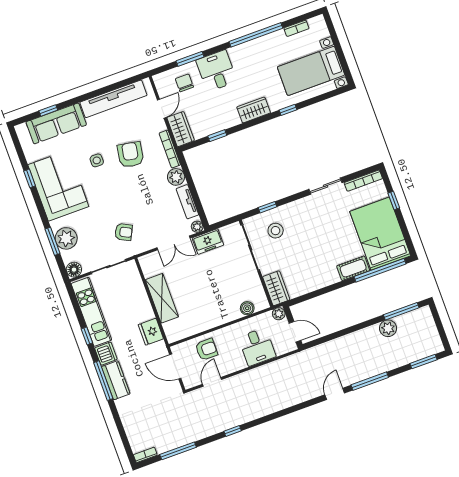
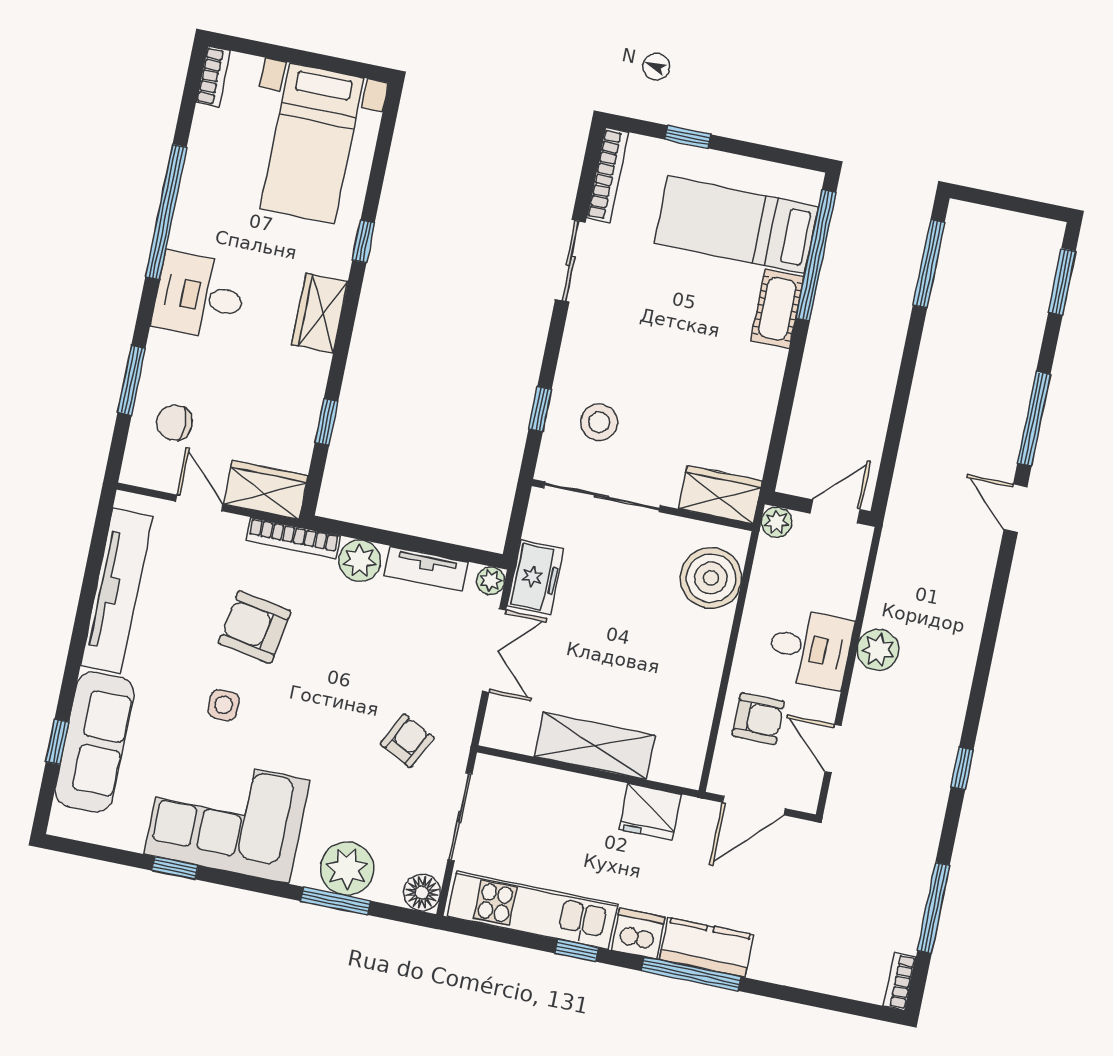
bookcase: (296, 28) -> (213, 76), moved
desk: (216, 71) -> (199, 296), moved
bed: (380, 234) -> (736, 225), width x0.67
boiler: (247, 308) -> (711, 578), width x1.86, depth x1.86
plant: (388, 328) -> (878, 650), moved
desk: (257, 347) -> (810, 648), moved
armchair: (206, 349) -> (758, 719), turned 90

